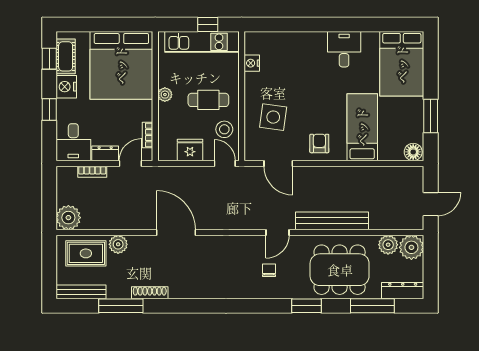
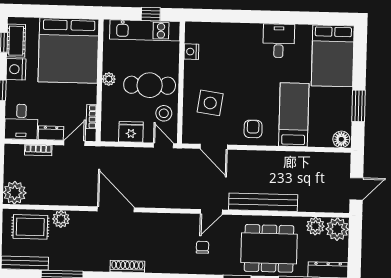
cafe table: (208, 100) -> (150, 85), width x1.37, depth x1.35
shoe rack: (150, 293) -> (127, 266), moved

